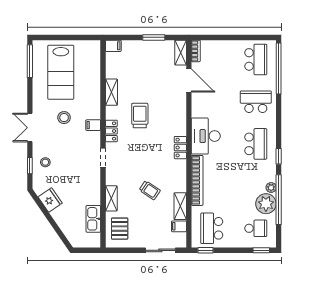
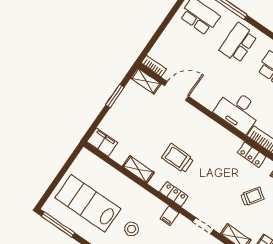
filing cabinet: (113, 46) -> (102, 142), width x2.00
lab bench: (61, 72) -> (88, 203), turned 180
filing cabinet: (93, 125) -> (170, 216), moved
locker: (180, 148) -> (252, 155), moved
doorway: (103, 158) -> (203, 226), moved

